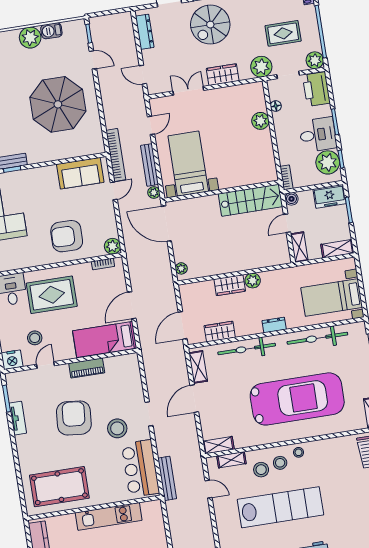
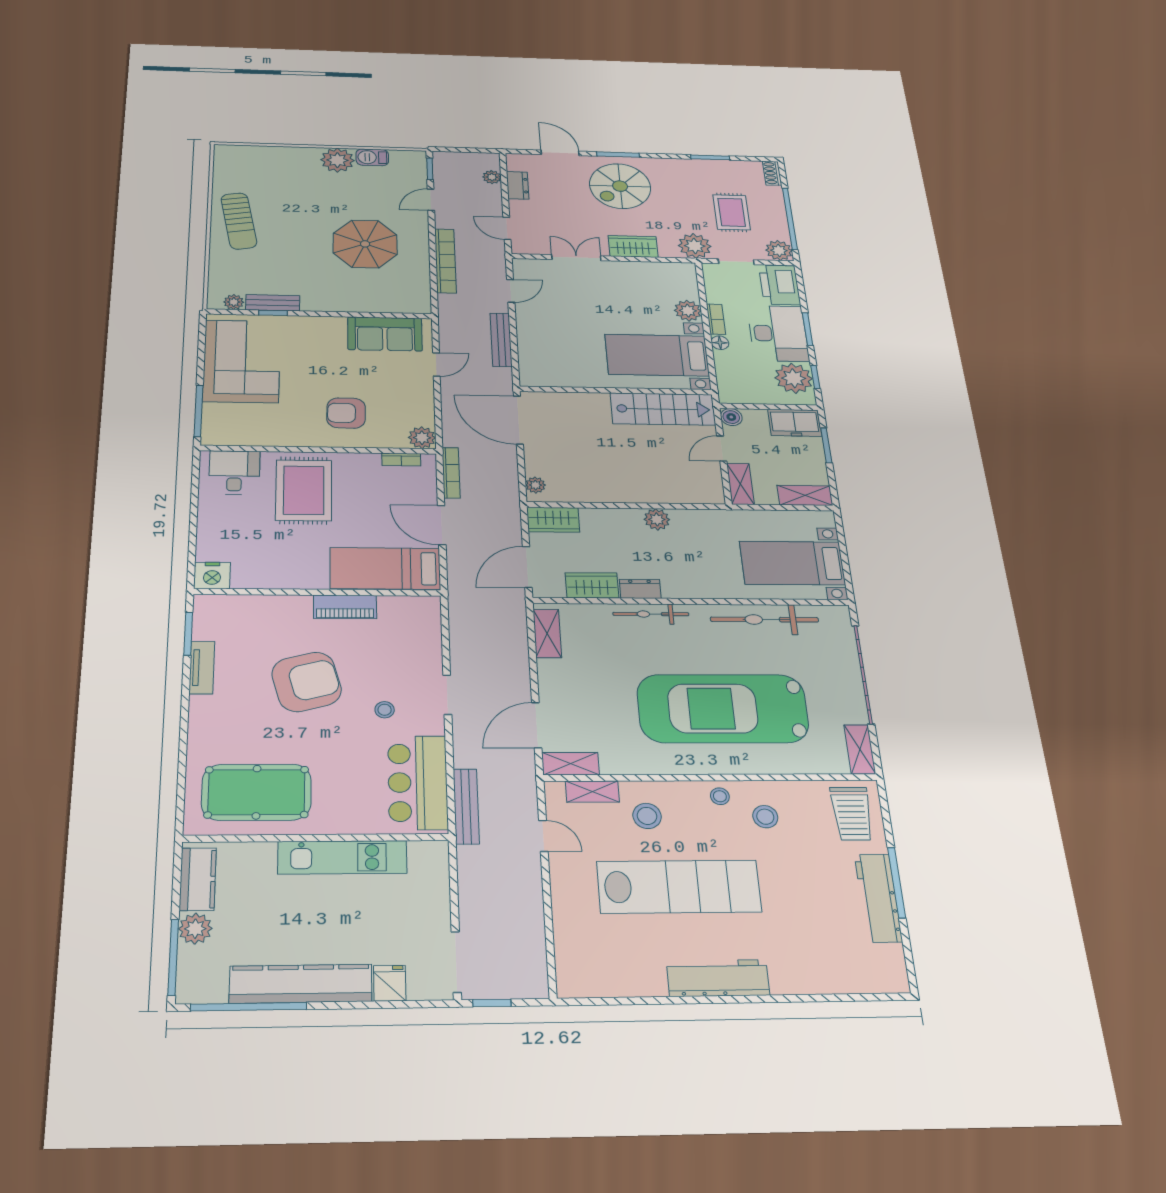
dresser: (145, 32) -> (518, 185), width x0.70
rug: (283, 33) -> (732, 212), turned 90
door: (93, 60) -> (431, 200), swing flipped
parasol: (58, 104) -> (365, 244), width x0.73, depth x0.73
floor lamp: (276, 106) -> (720, 343), moved
desk: (318, 135) -> (778, 333), width x1.37
bookcase: (116, 155) -> (445, 261), moved
bed with nightstands: (188, 164) -> (657, 355), moved, turned -90
bookcase: (286, 177) -> (716, 319), moved
plant: (154, 193) -> (492, 177), moved
armchair: (67, 236) -> (346, 413), width x0.73, depth x0.73
bookcase: (132, 268) -> (451, 473), added
wardrobe: (230, 285) -> (553, 520), moved
rug: (52, 295) -> (304, 490), turned 90
door: (132, 305) -> (442, 525), hinge flipped
dresser: (274, 325) -> (640, 589), moved
stool: (35, 338) -> (260, 549), removed
bicycle: (247, 349) -> (651, 614), width x0.73, depth x0.71
door: (46, 365) -> (271, 592), removed
door: (194, 399) -> (537, 725), moved
car: (297, 399) -> (723, 708), turned 180
armchair: (74, 418) -> (307, 682), turned 70
stool: (117, 428) -> (385, 710), width x0.53, depth x0.53
stool: (280, 463) -> (765, 817), moved

